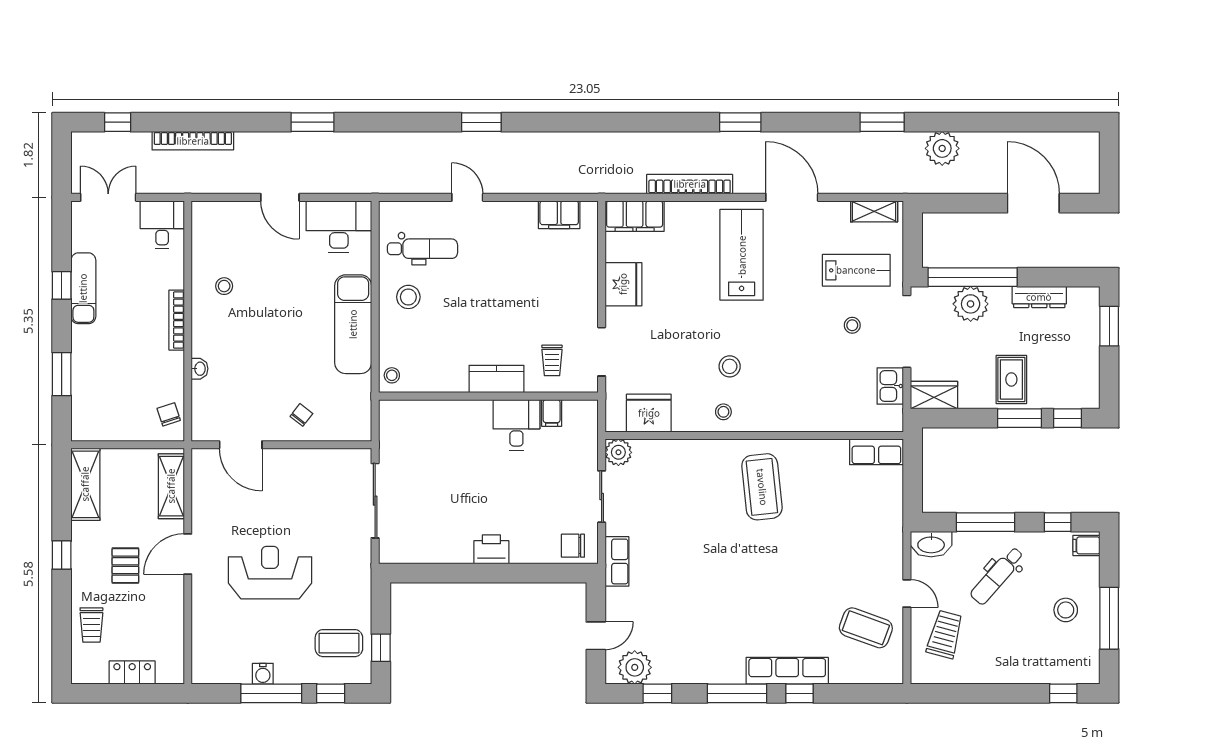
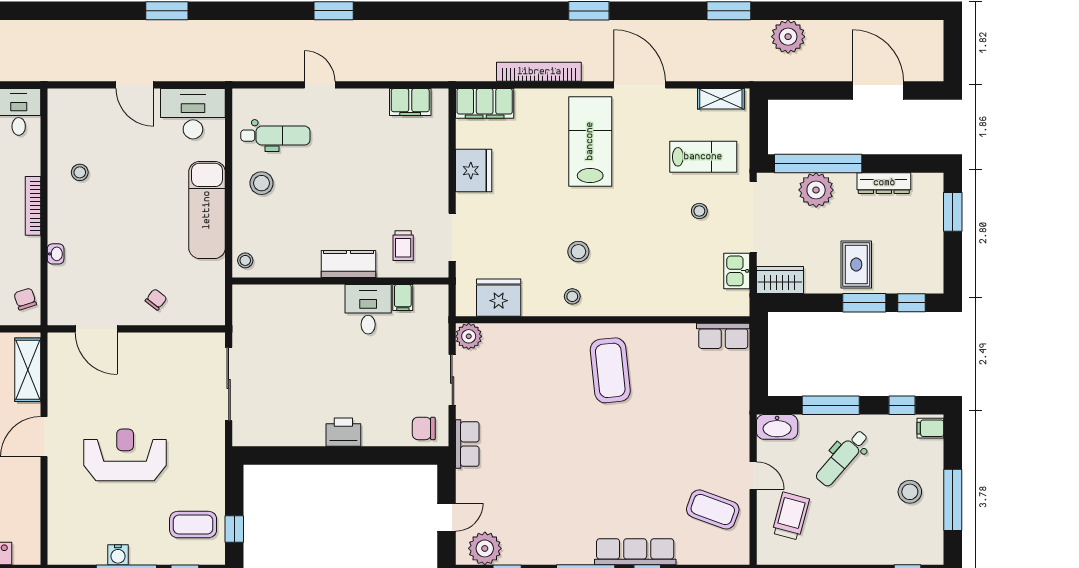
bookcase: (193, 141) -> (49, 29), removed

